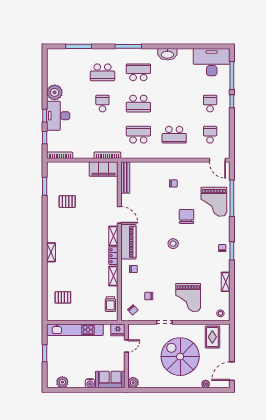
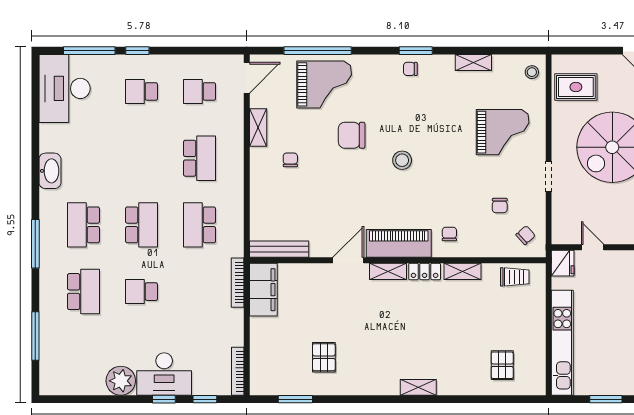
shelving: (191, 166) -> (258, 128), added

